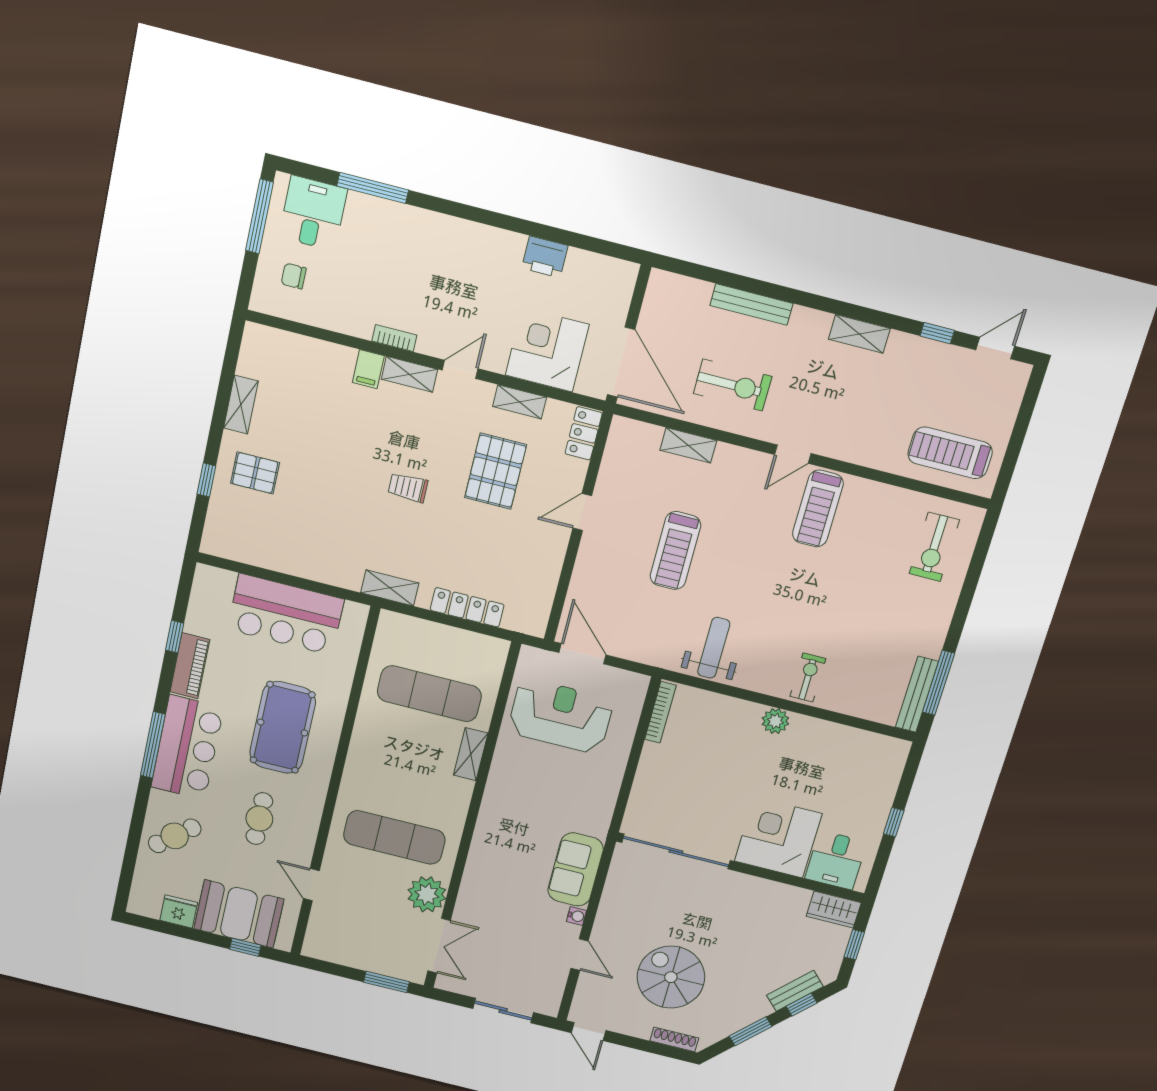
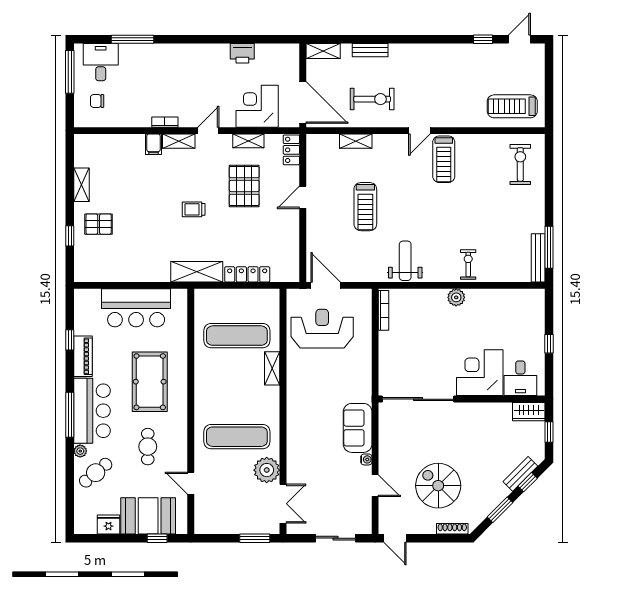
bench: (751, 305) -> (370, 50), width x0.73
shelving: (859, 334) -> (323, 51), moved
exercise bike: (934, 547) -> (520, 164), turned 180
shelving: (390, 588) -> (197, 272), width x1.50, depth x1.33
plant: (158, 800) -> (80, 451), added

